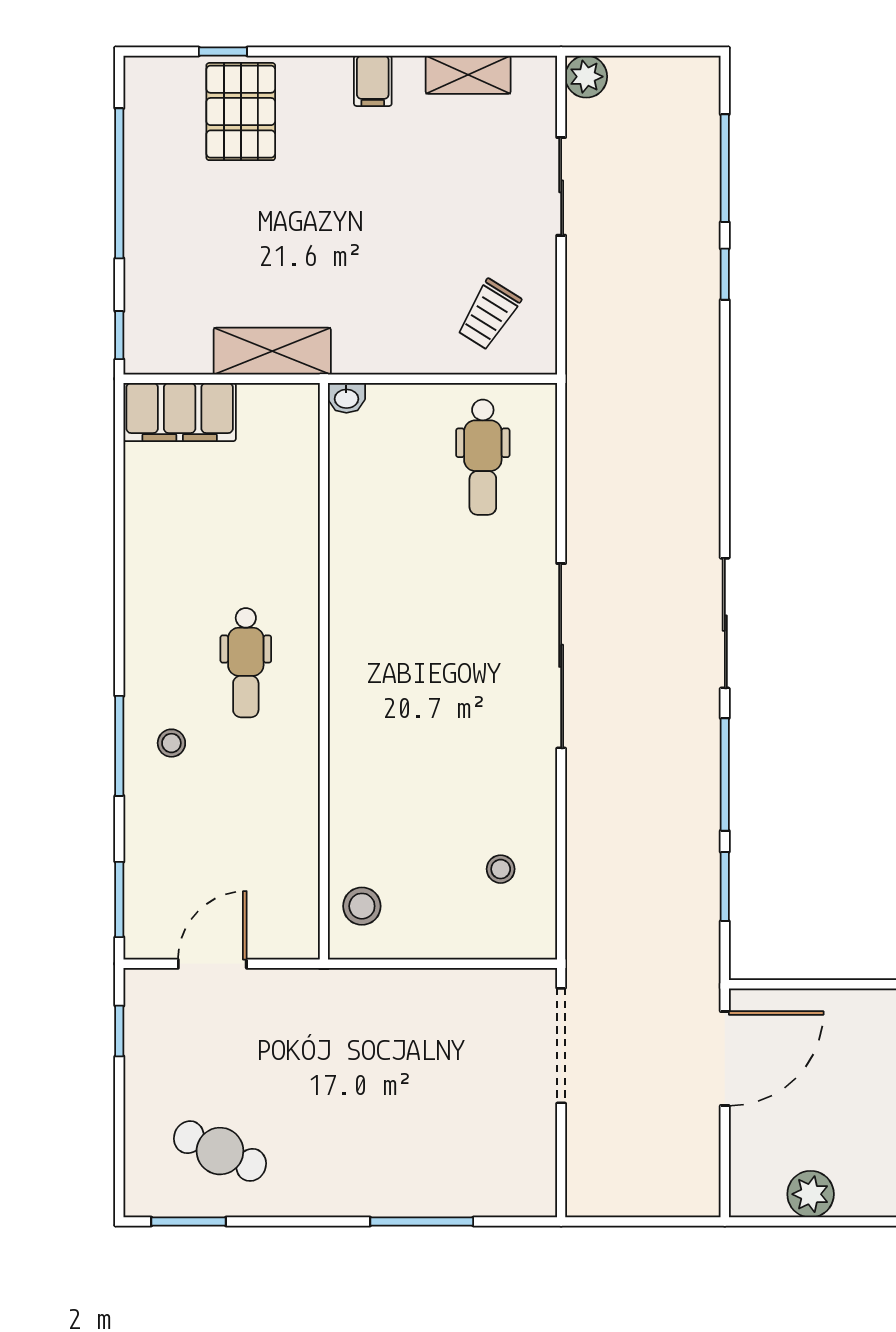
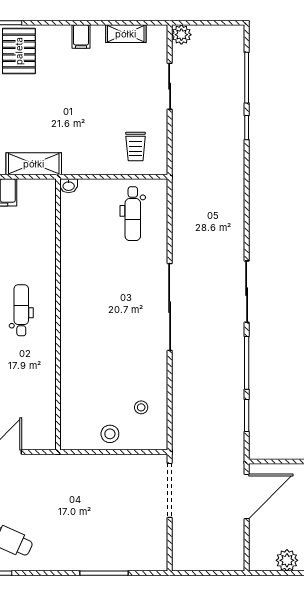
trolley: (489, 314) -> (136, 146), turned -32
dental chair: (246, 663) -> (21, 310), turned 180
stool: (362, 906) -> (110, 434), moved

